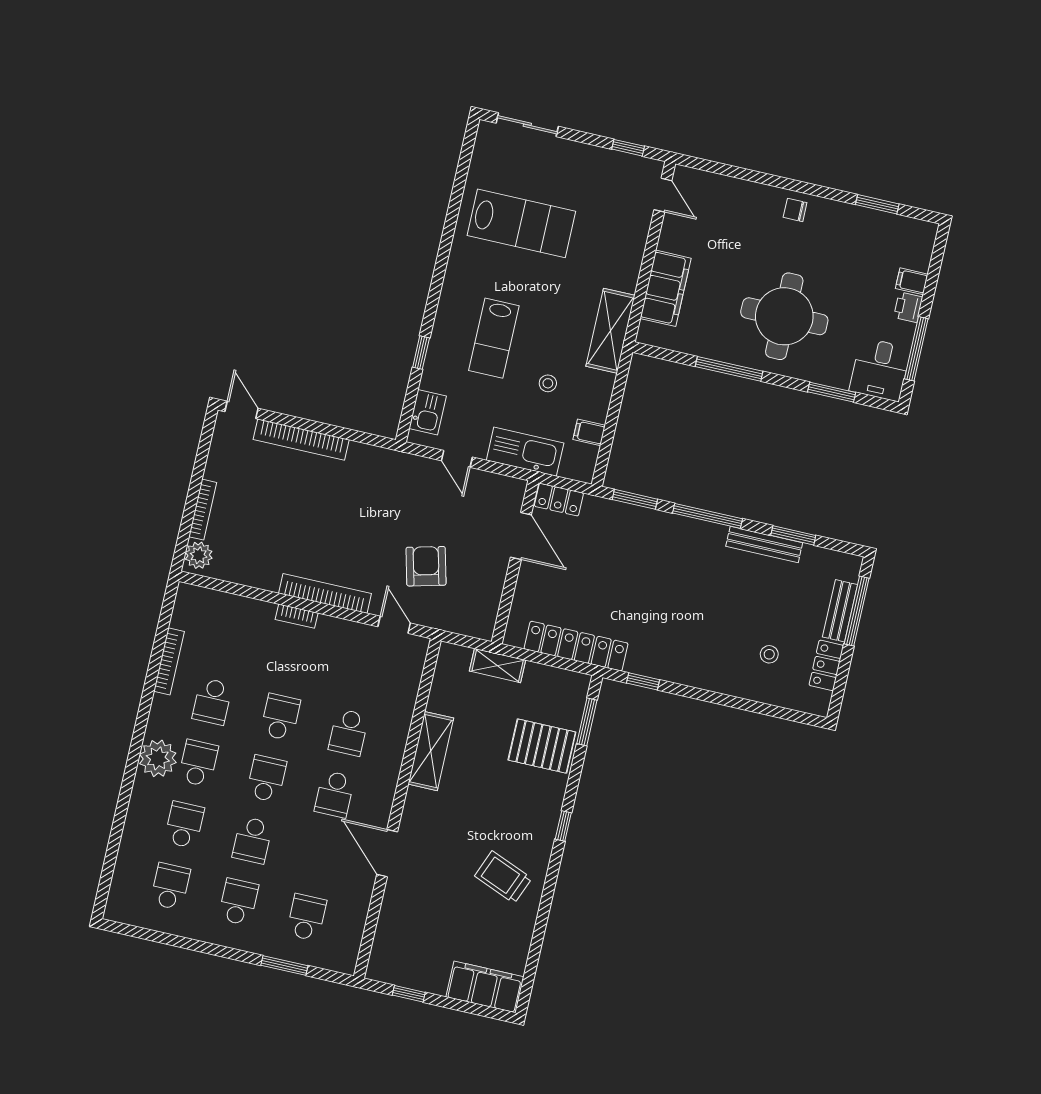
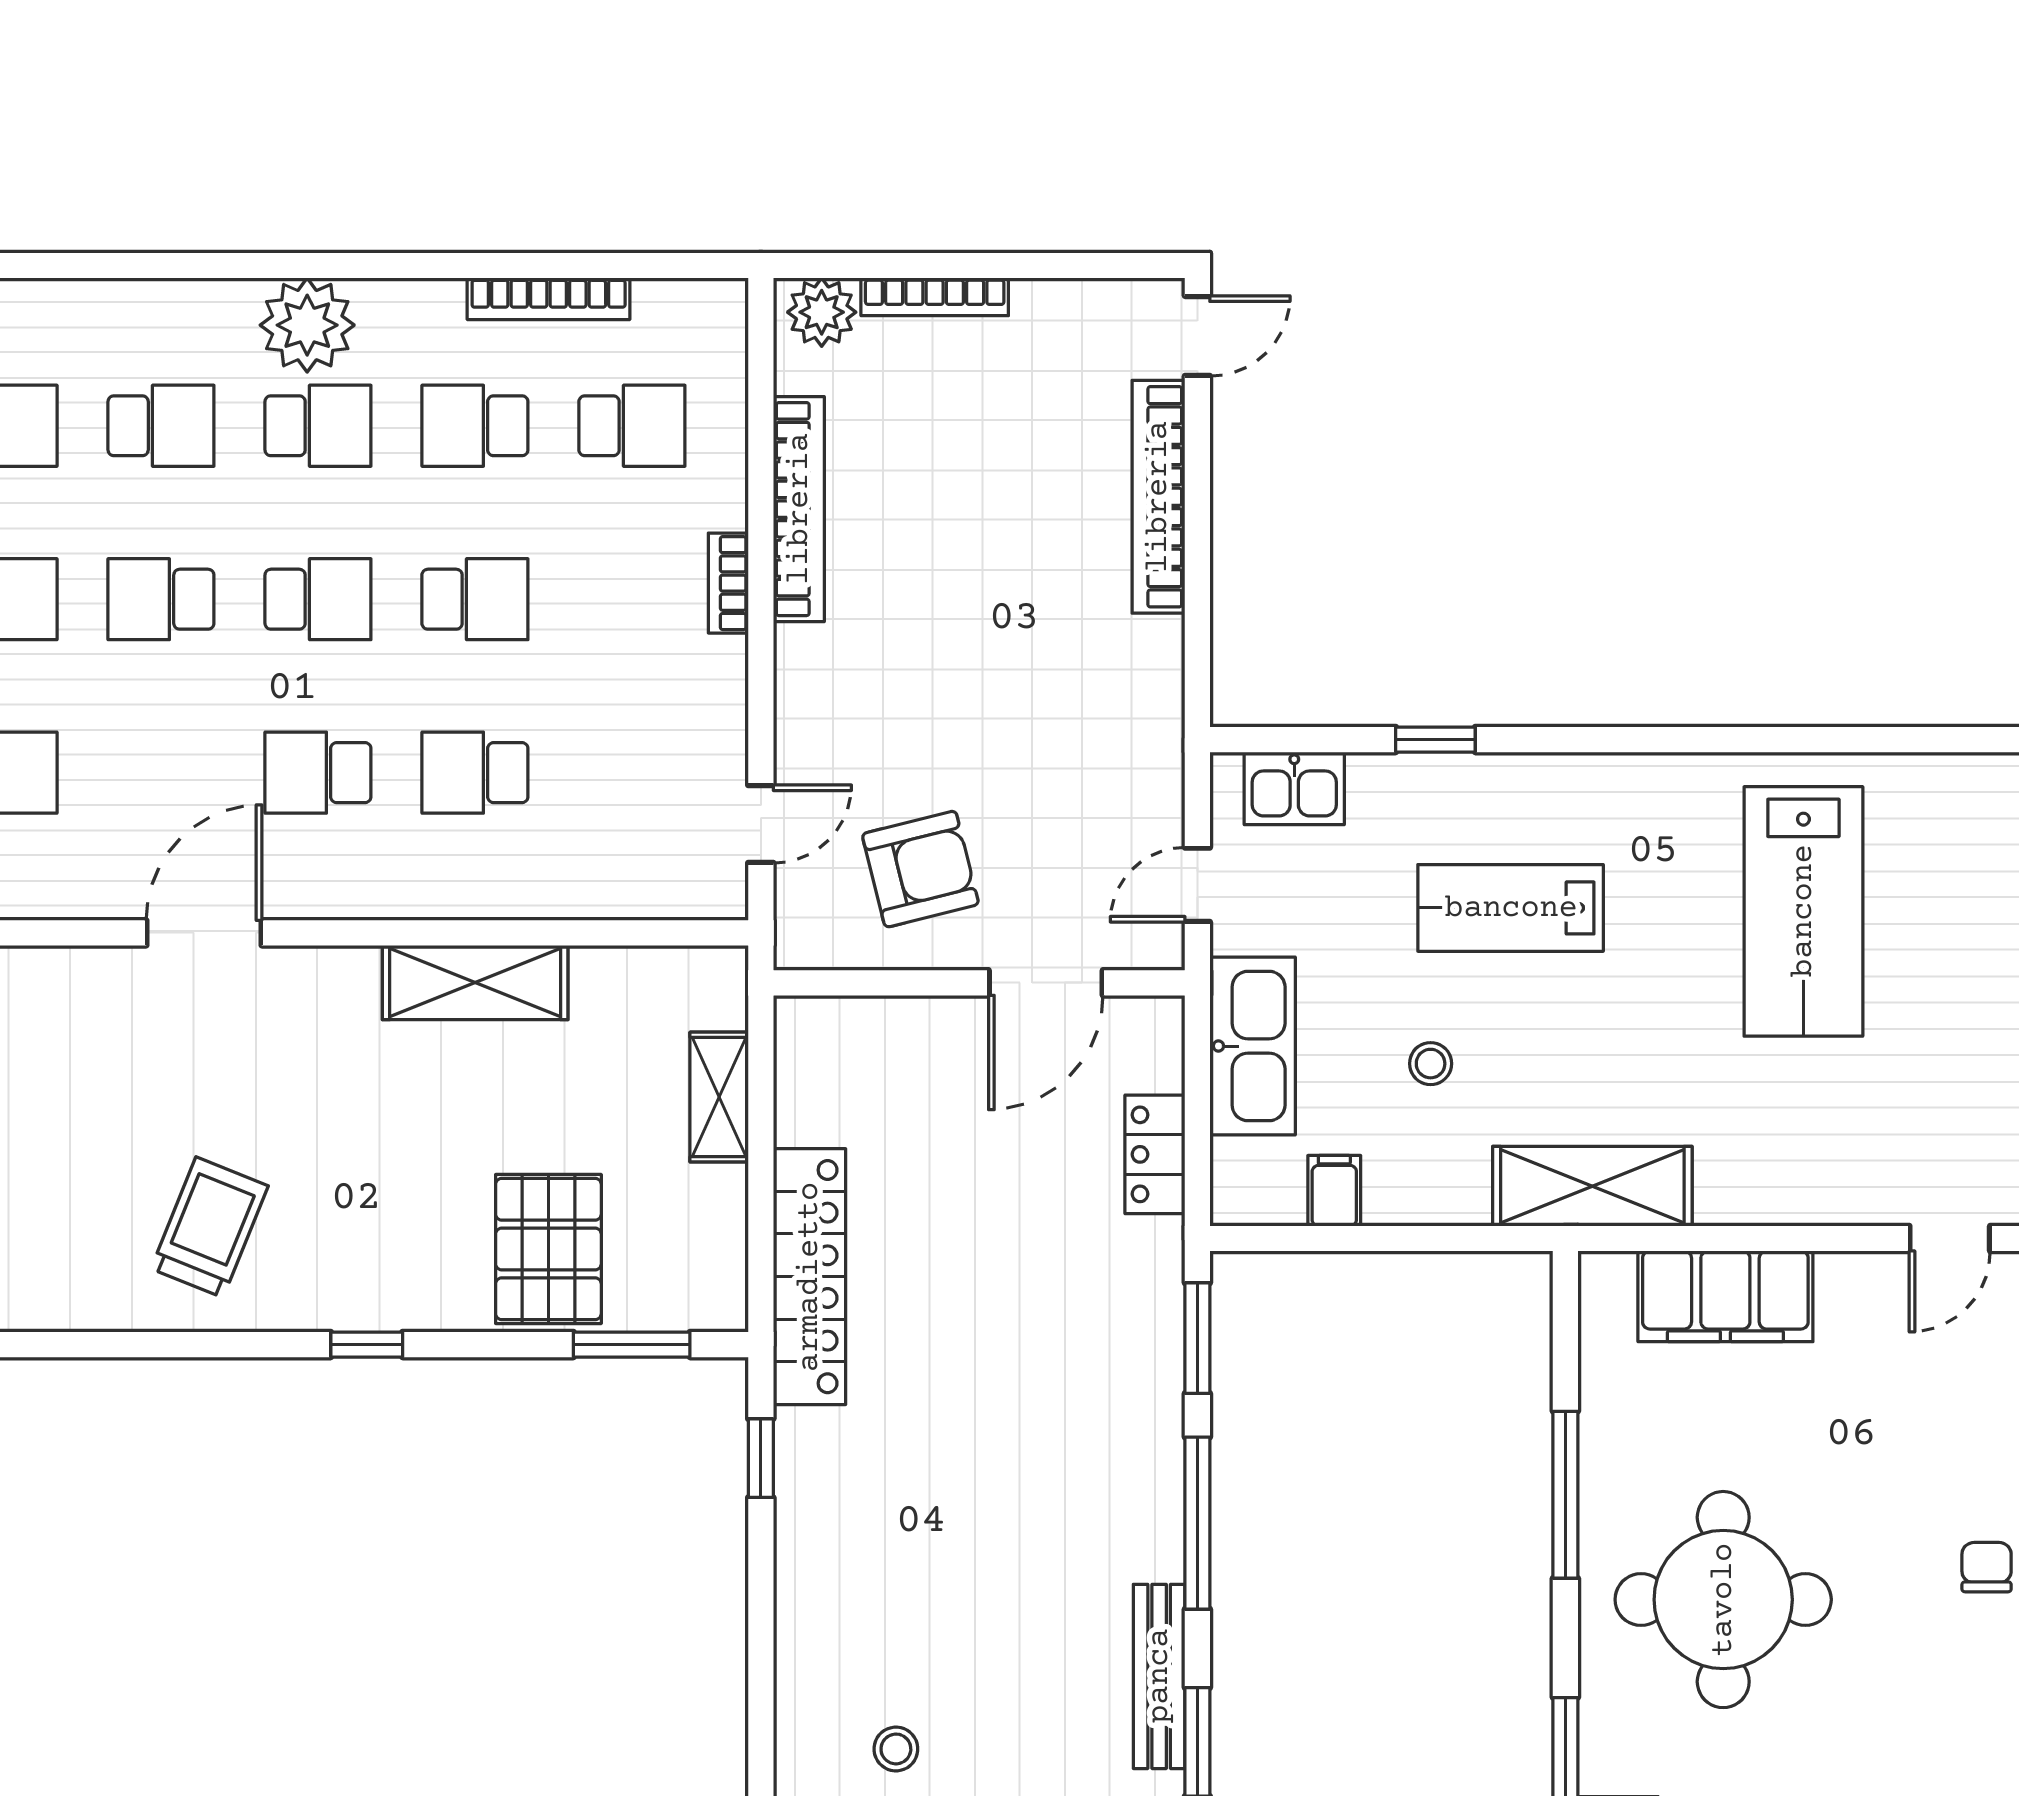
door: (521, 536) -> (1046, 983), moved
wall: (515, 562) -> (979, 983), moved
bookcase: (325, 593) -> (799, 509), moved
school desk: (226, 640) -> (632, 426), added

